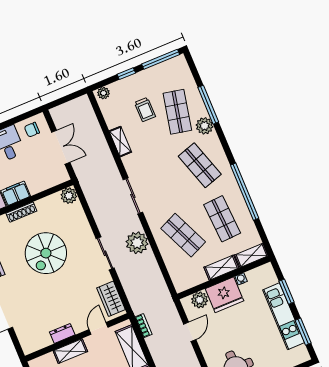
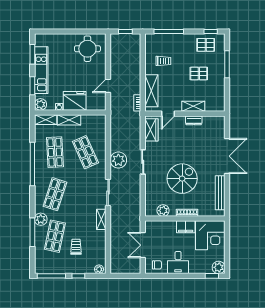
shelving: (120, 142) -> (101, 219), moved
shop shelf: (200, 165) -> (55, 194), turned 36
plant: (69, 196) -> (163, 211), moved
plant: (200, 300) -> (40, 104), moved

